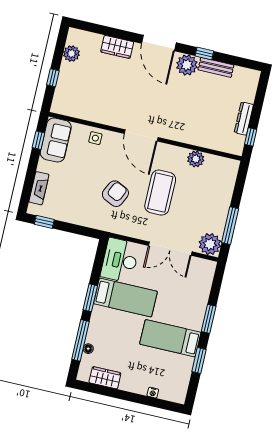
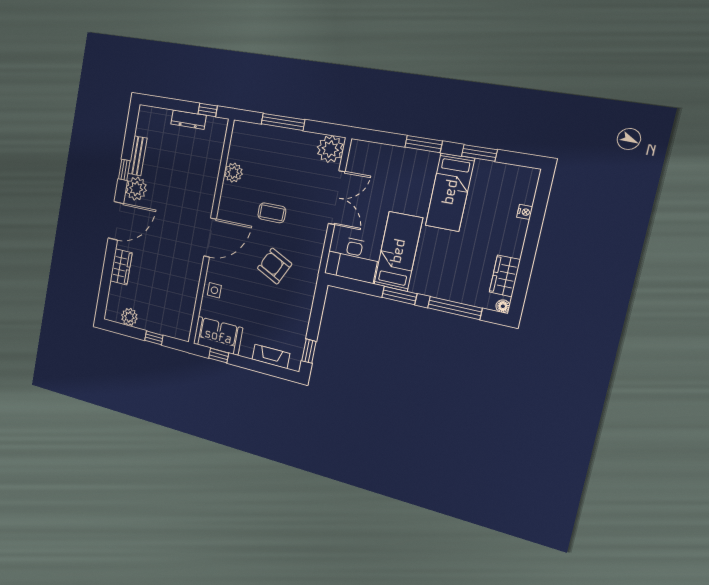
coffee table: (160, 193) -> (272, 213), width x0.54, depth x0.58
window: (230, 226) -> (283, 122), moved
floor lamp: (88, 349) -> (503, 306), moved

